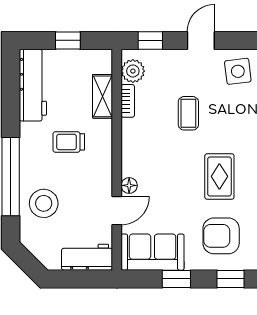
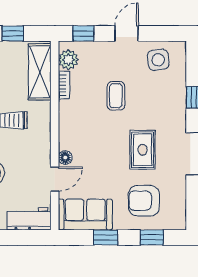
shelving: (103, 96) -> (40, 72), width x1.50, depth x1.33

